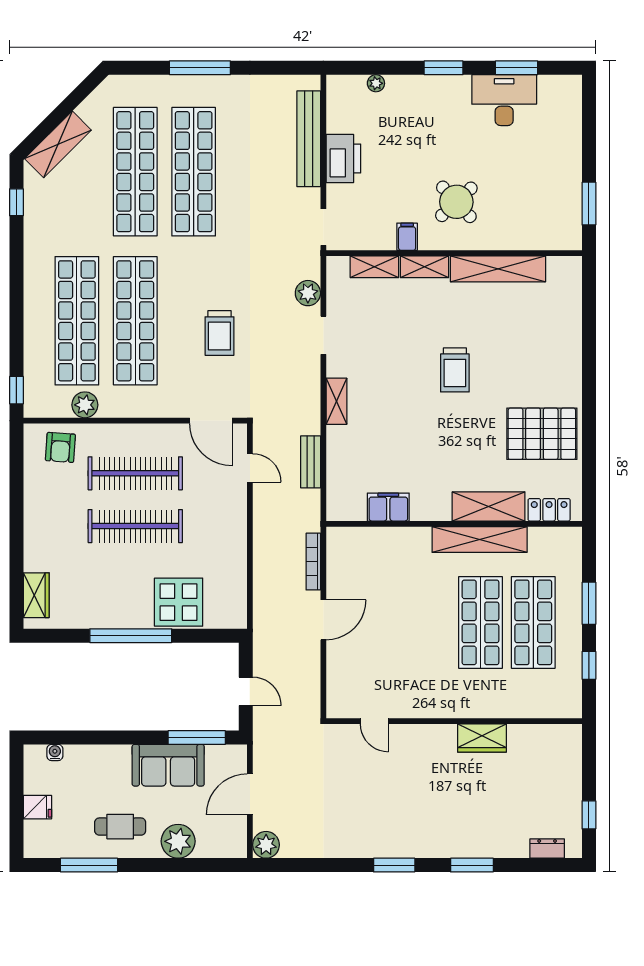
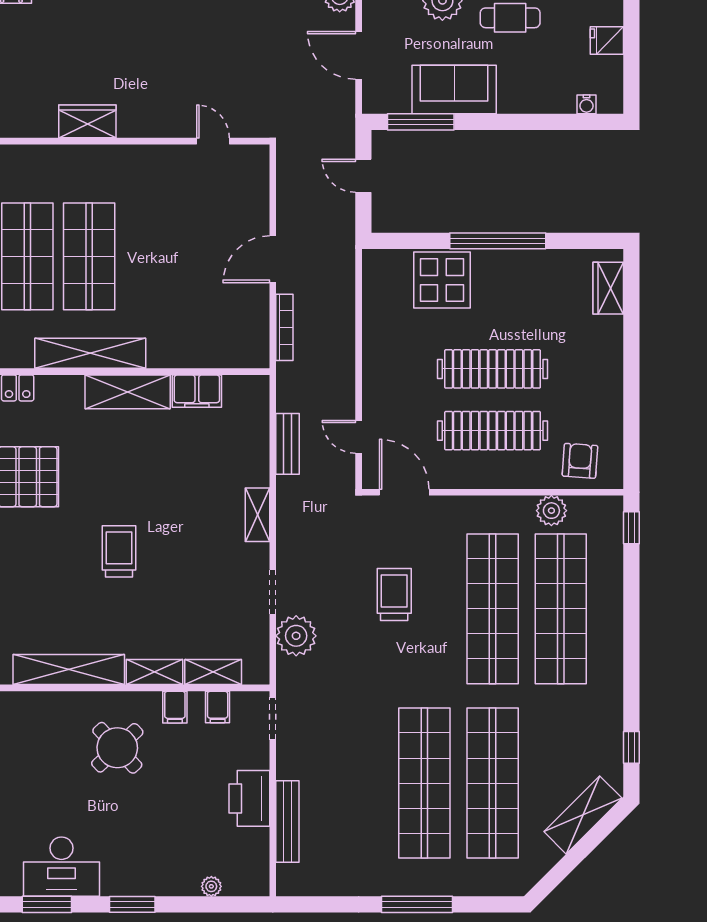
bench: (309, 139) -> (287, 821), width x0.73, depth x0.82
filing cabinet: (371, 237) -> (218, 707), added
plant: (308, 293) -> (296, 636), width x1.36, depth x1.36
shelving: (489, 506) -> (128, 392), moved
door: (250, 794) -> (359, 55), swing flipped

